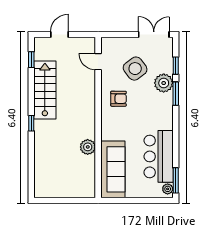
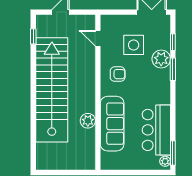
side table: (135, 69) -> (134, 45), turned 37
stairs: (45, 90) -> (52, 90), width x1.86, depth x1.51
window: (31, 123) -> (33, 98), removed
sofa: (113, 169) -> (112, 124), moved

